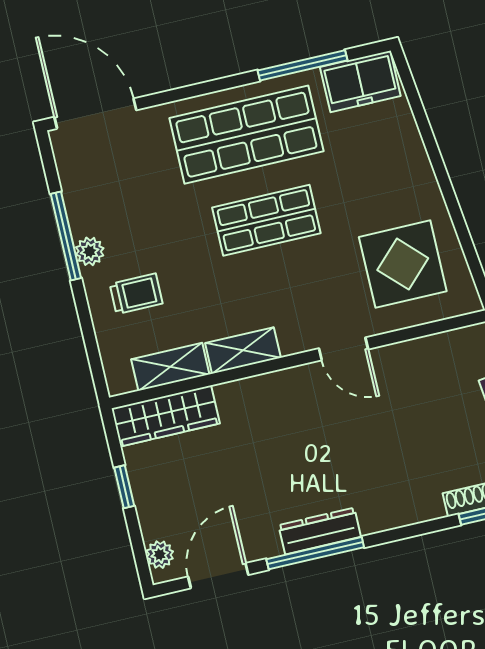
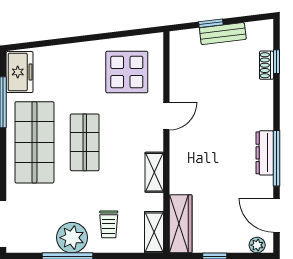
plant: (90, 251) -> (72, 238), width x1.87, depth x1.87
trolley: (136, 294) -> (109, 224), turned 180
shelving: (170, 367) -> (154, 232), moved

